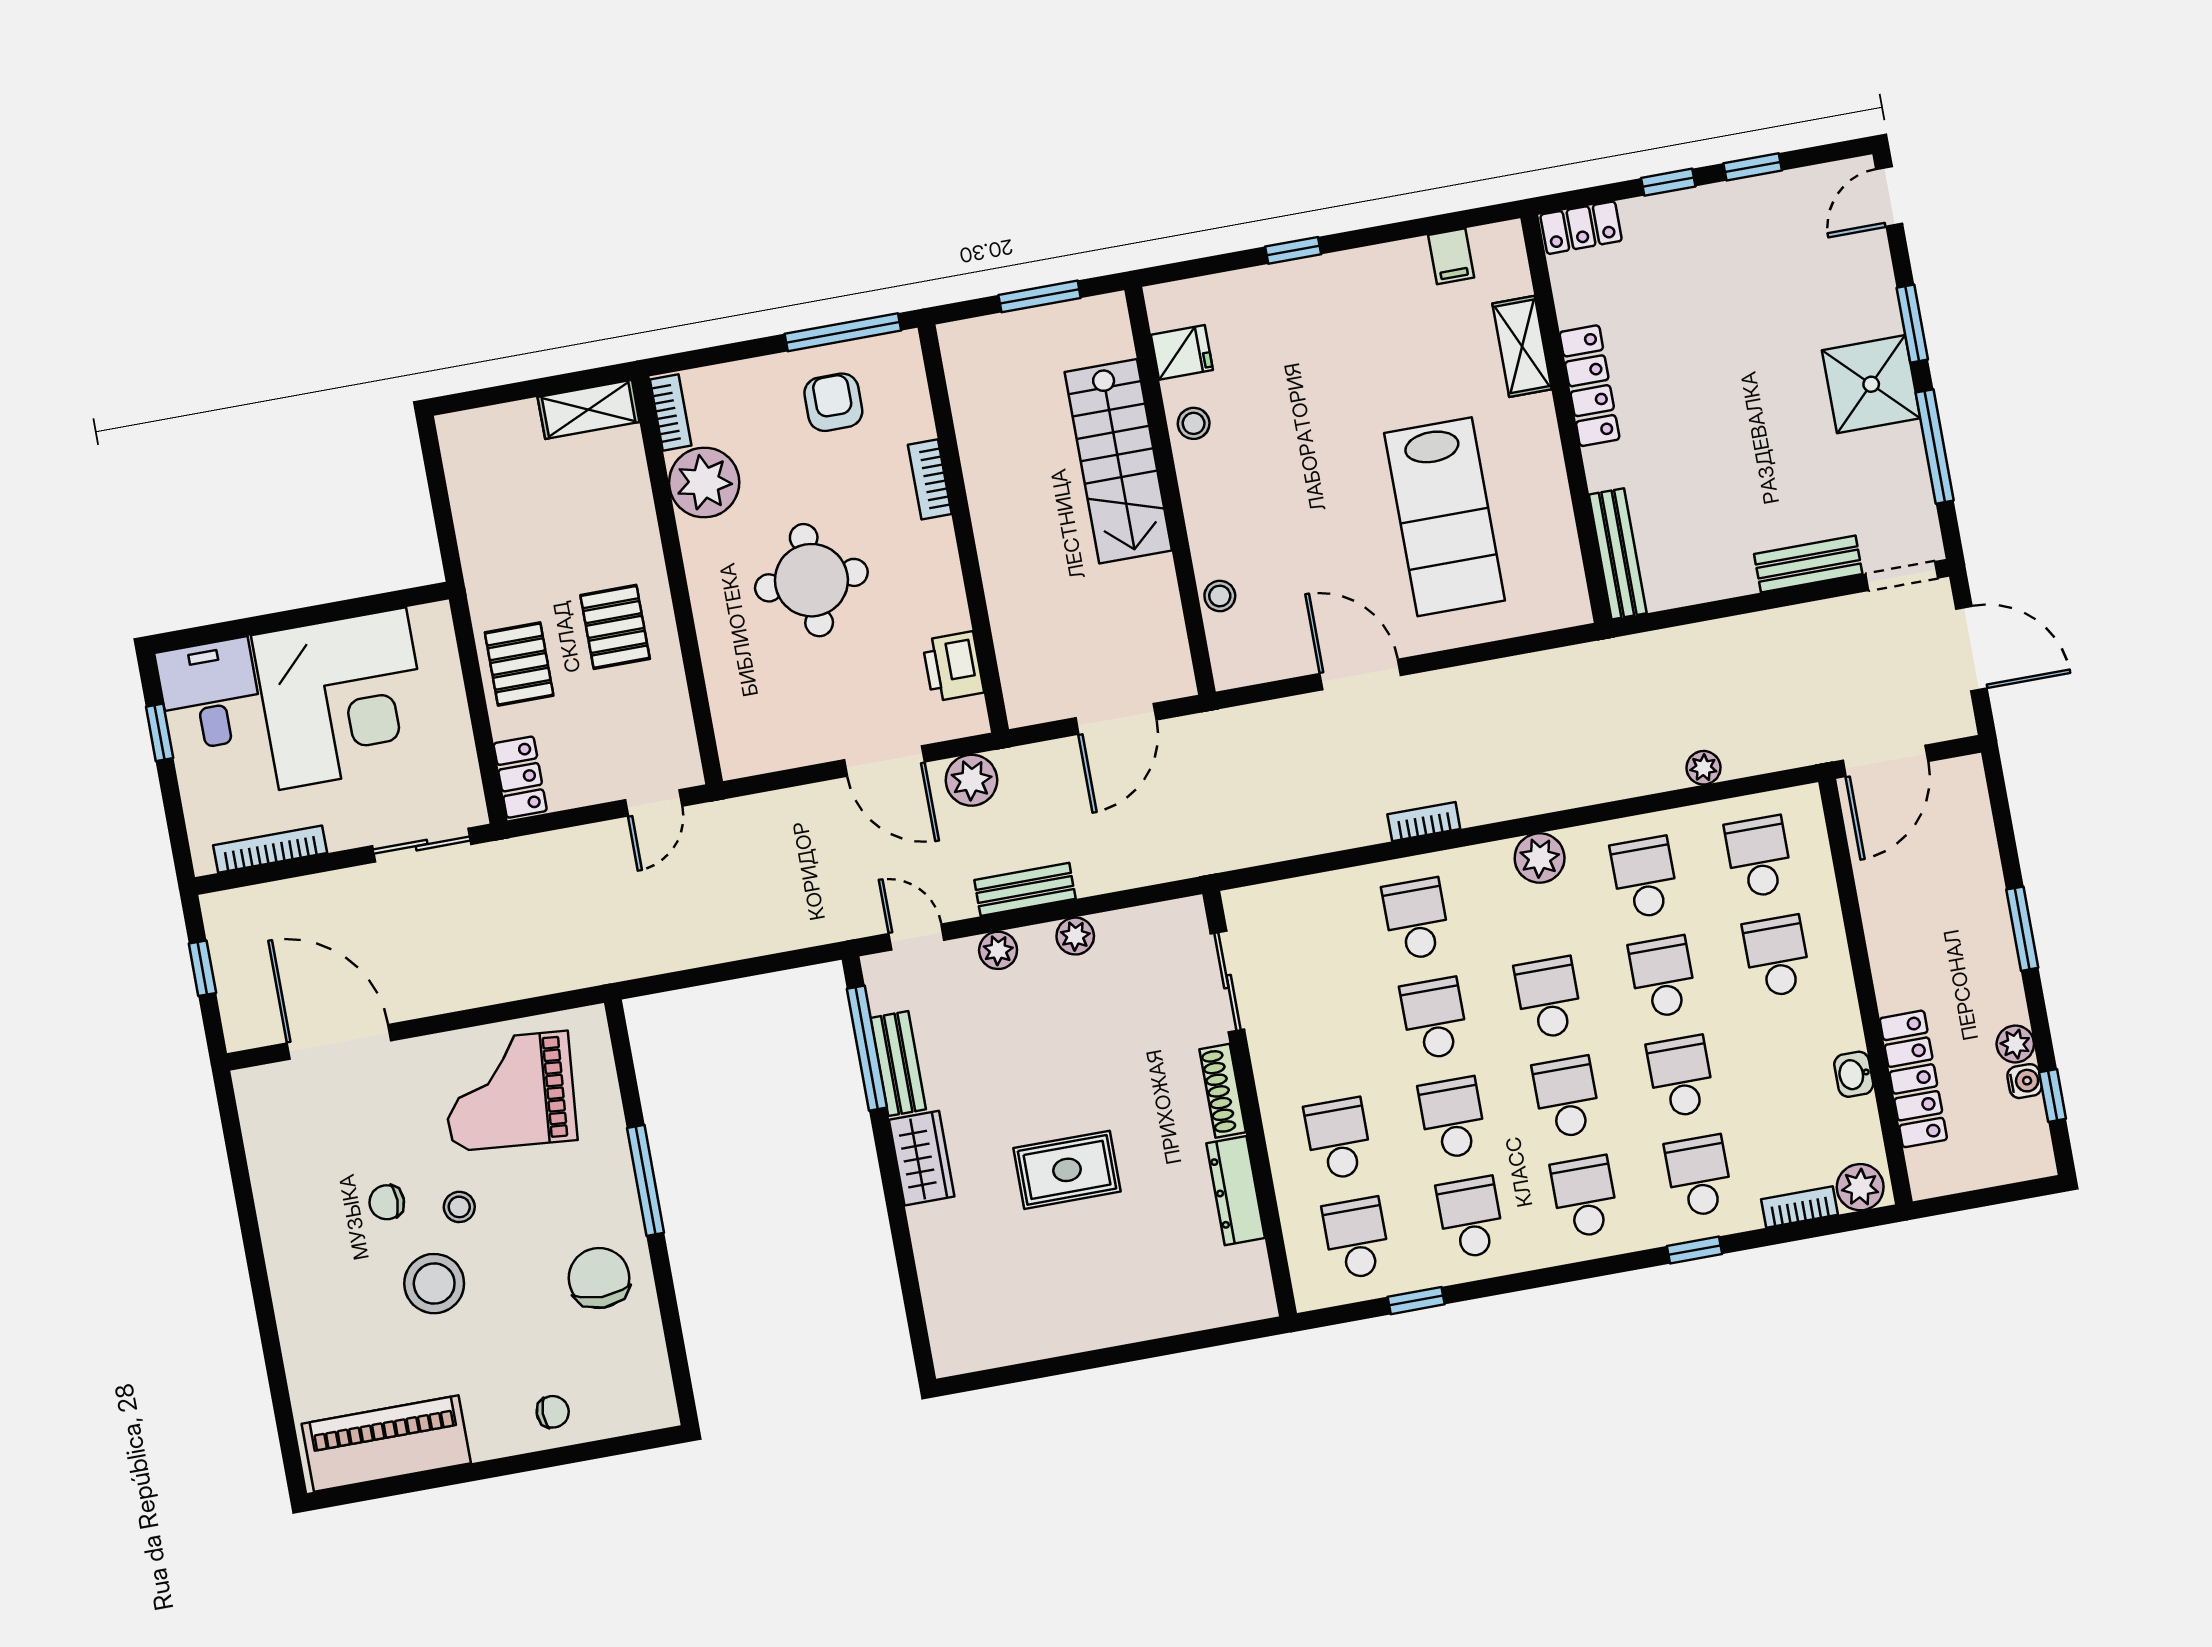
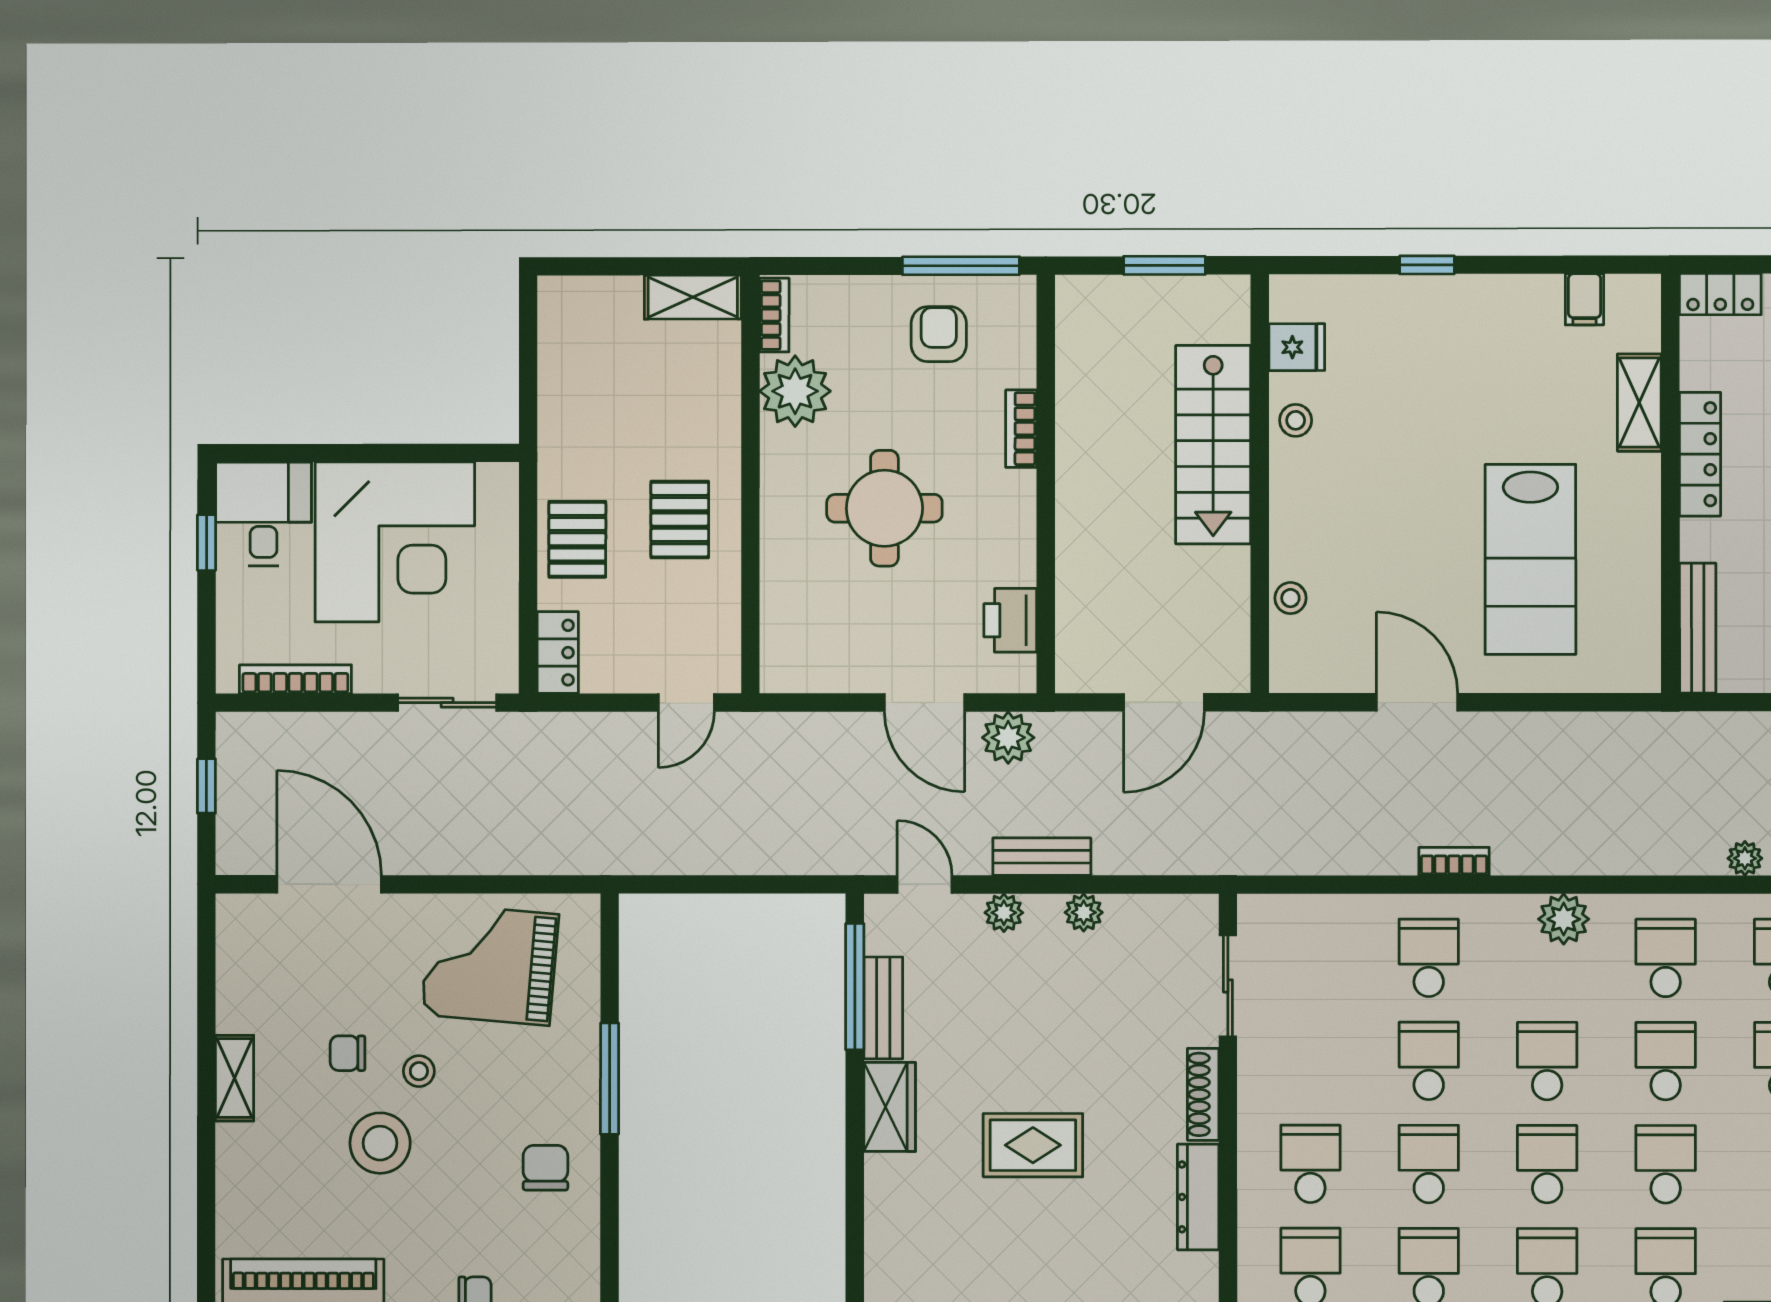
shelving: (281, 1246) -> (235, 1078), added
chair: (599, 1278) -> (545, 1168), width x0.73, depth x0.73

